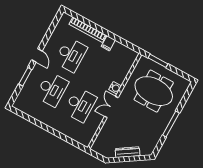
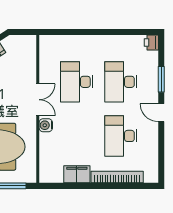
filing cabinet: (108, 43) -> (77, 174), width x2.00
printer: (19, 104) -> (151, 43), added

